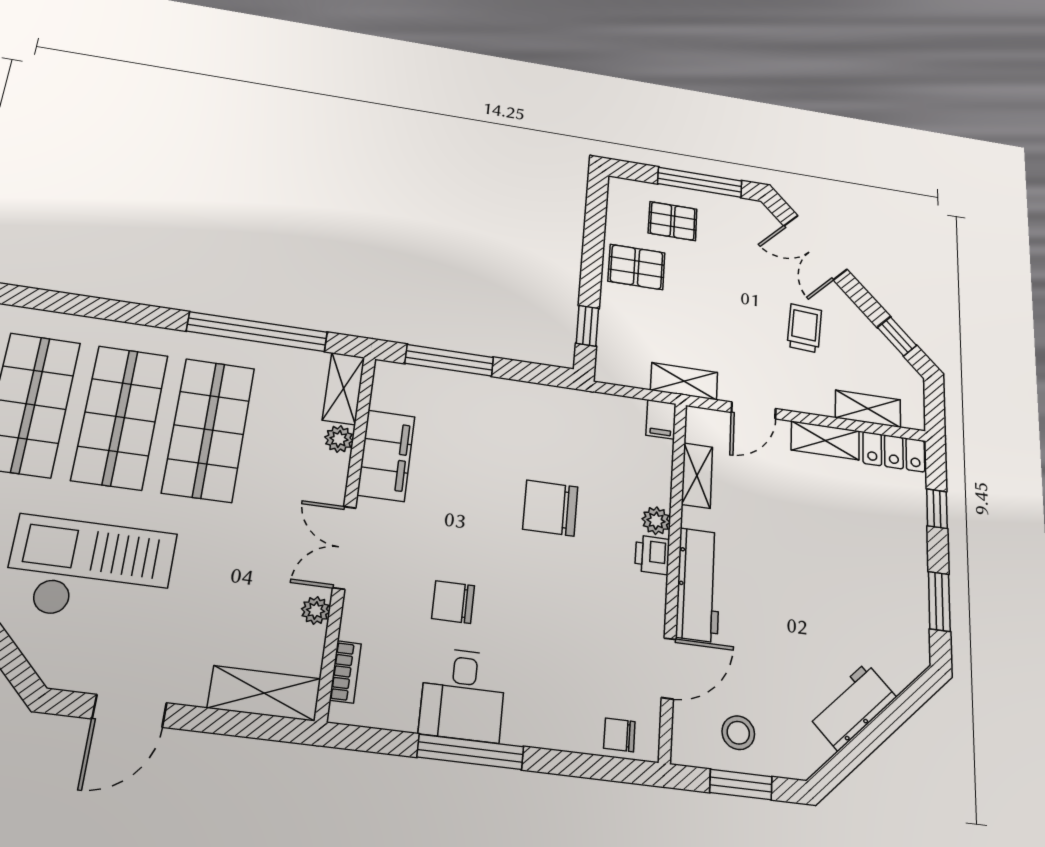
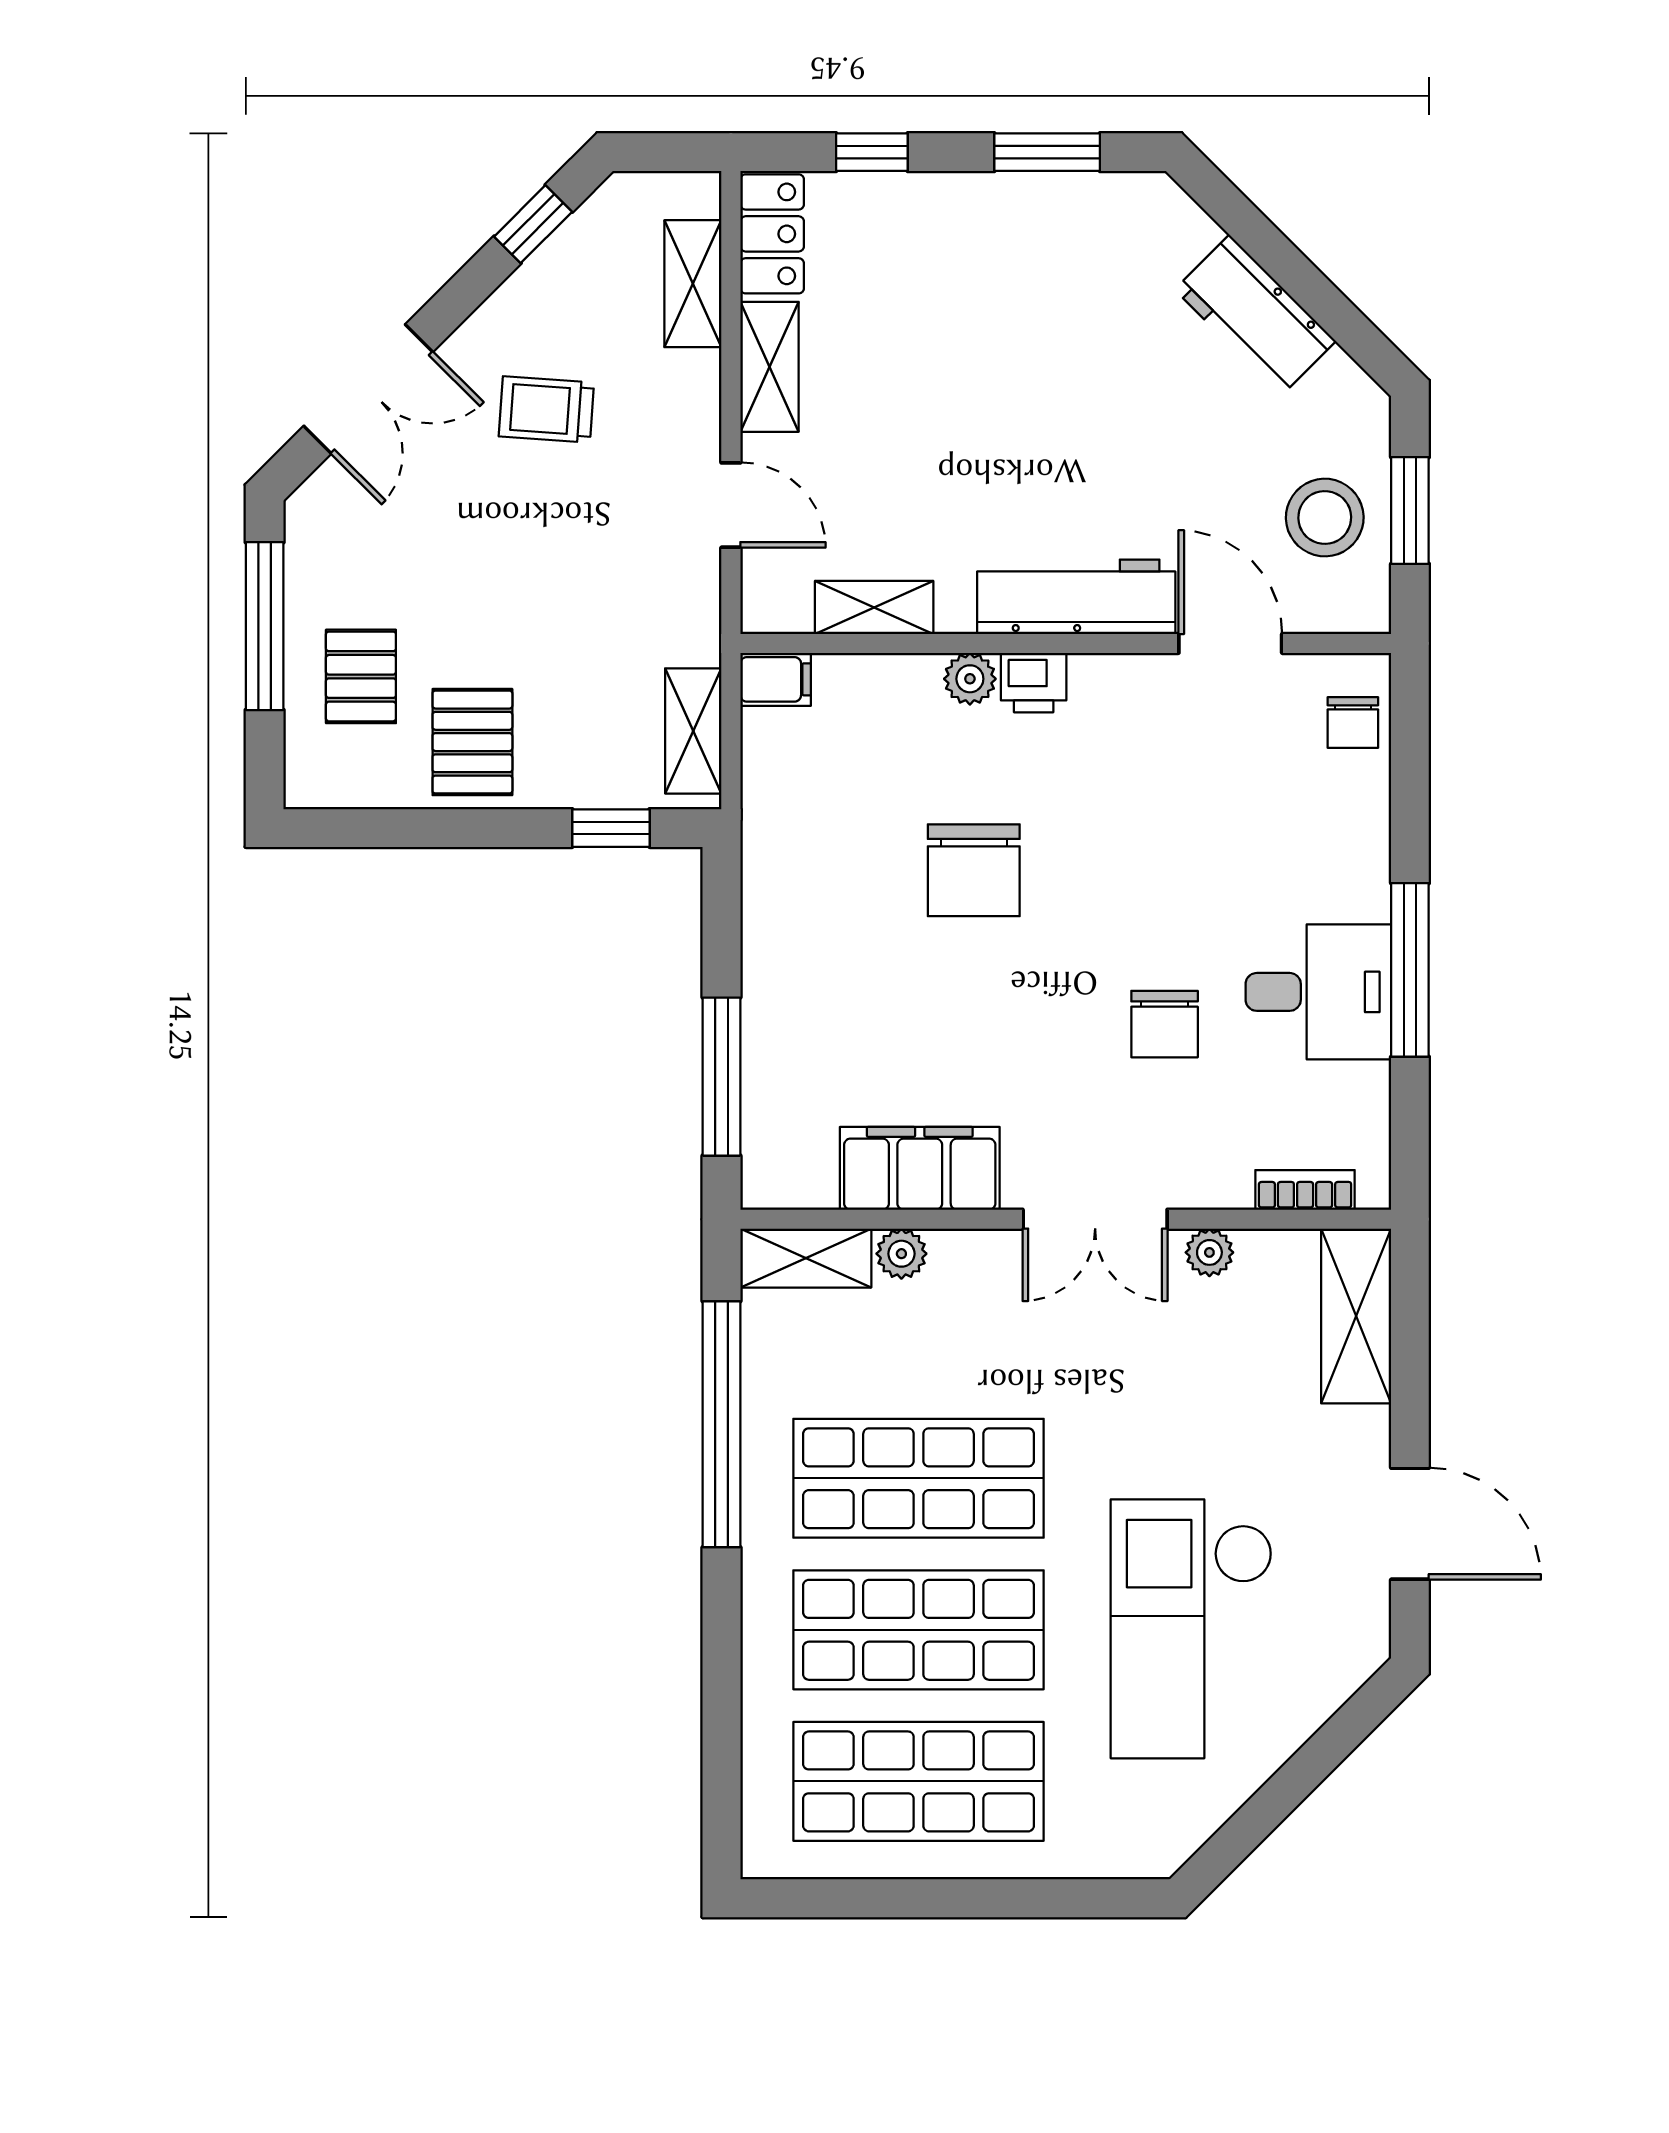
shelving: (684, 381) -> (693, 731), moved
stool: (738, 733) -> (1325, 518), width x1.38, depth x1.38

